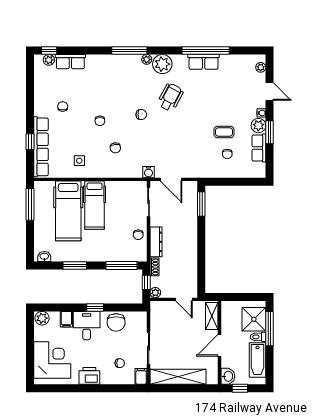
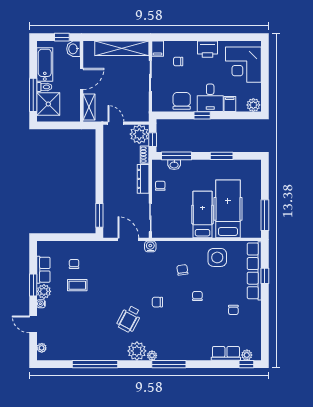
row of seats: (204, 62) -> (97, 353), removed
side table: (79, 161) -> (217, 257), width x1.87, depth x1.87
washbasin: (44, 257) -> (174, 165), moved
plant: (155, 293) -> (139, 134), width x1.88, depth x1.88

